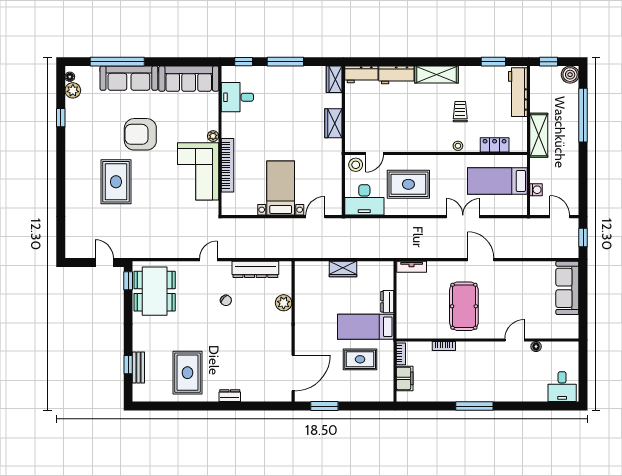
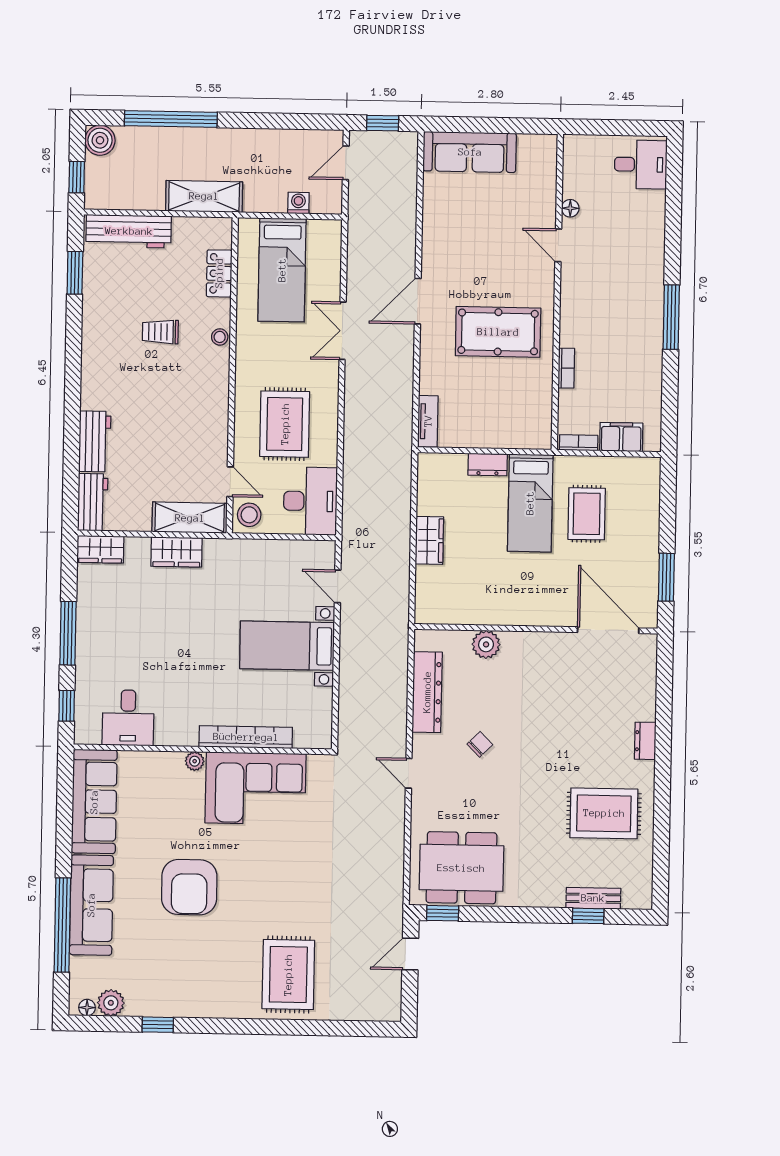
shelving: (437, 75) -> (190, 518), moved, turned 90
rug: (116, 182) -> (288, 975), moved, turned 90

